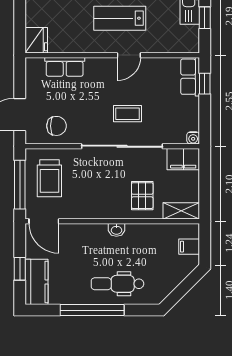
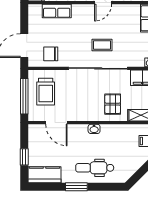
chair: (56, 126) -> (51, 54), turned 180
door: (44, 221) -> (56, 123), moved
kitchen counter: (37, 282) -> (45, 175), moved, turned -90
window: (92, 310) -> (76, 187), width x0.47

